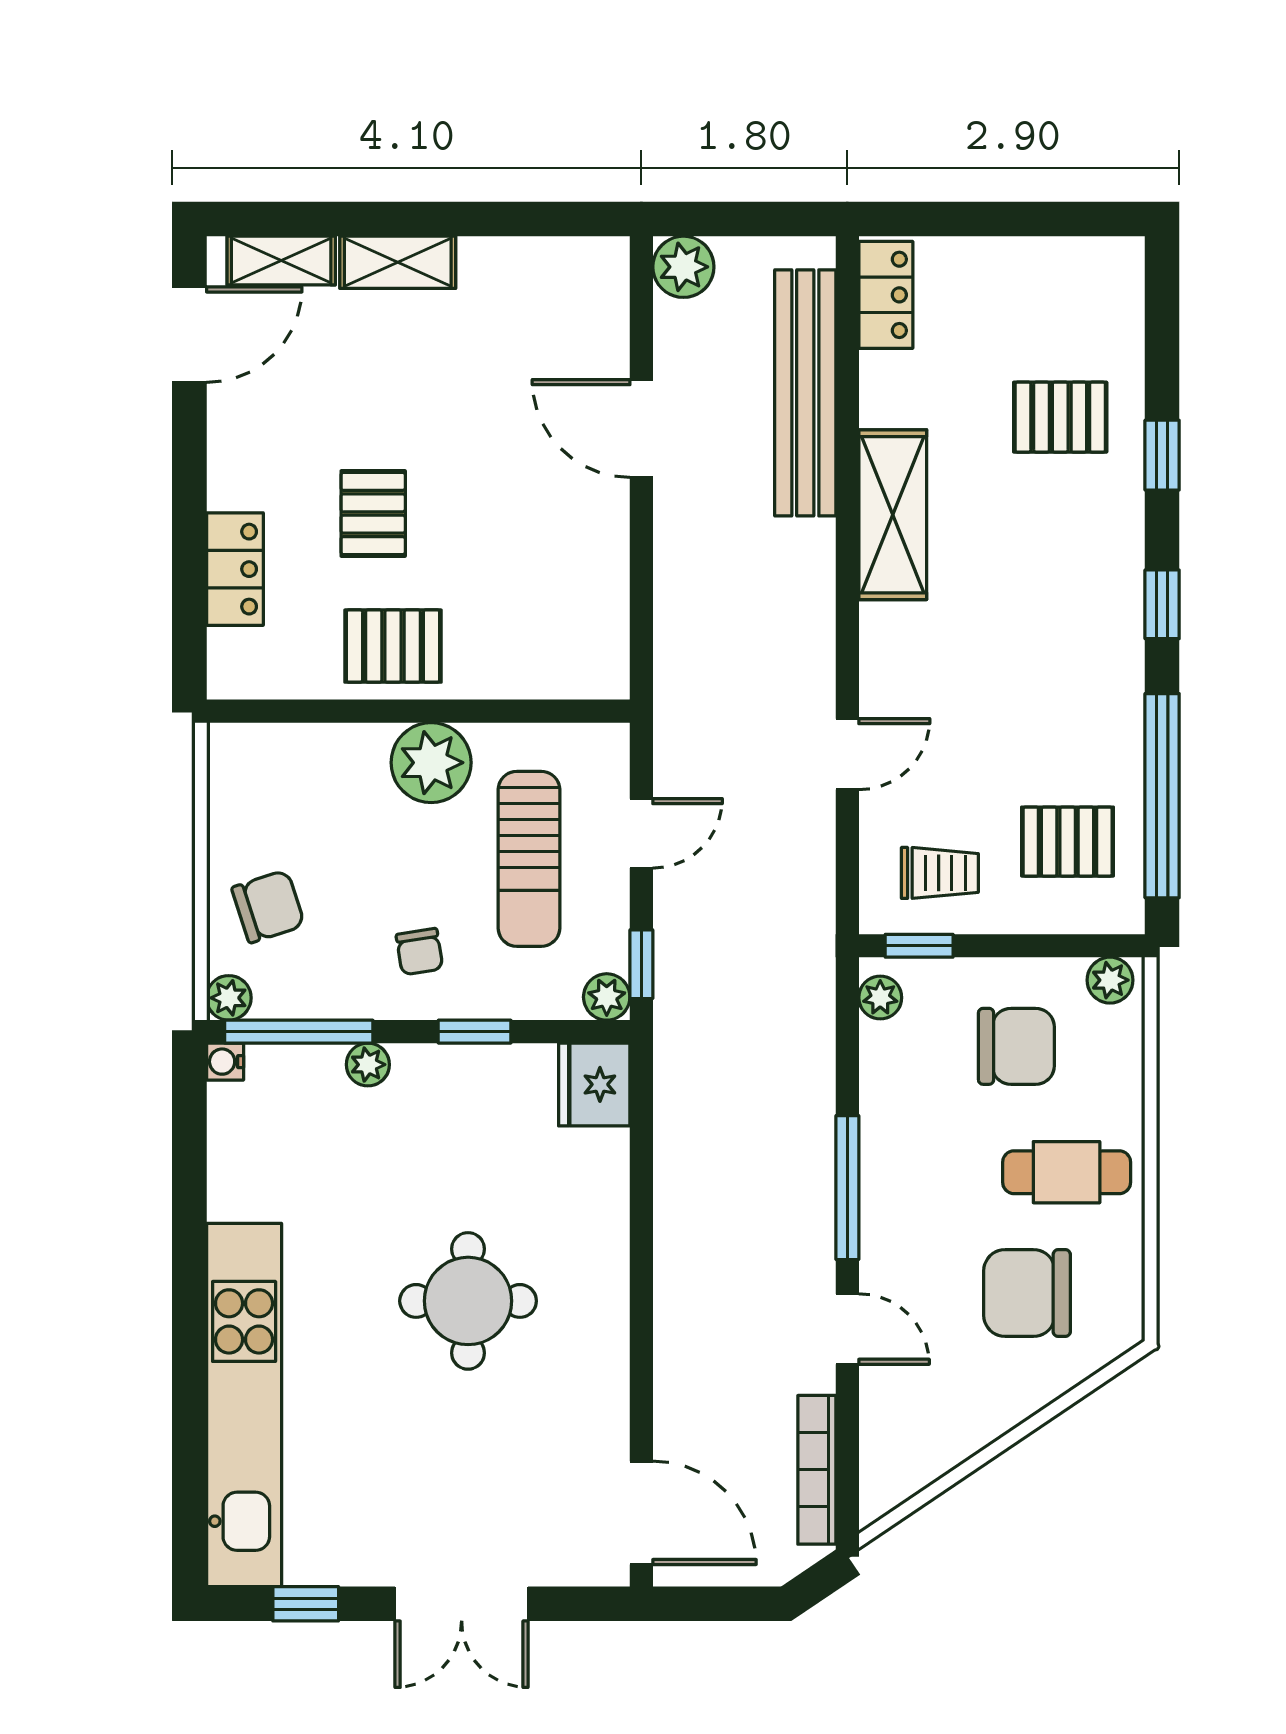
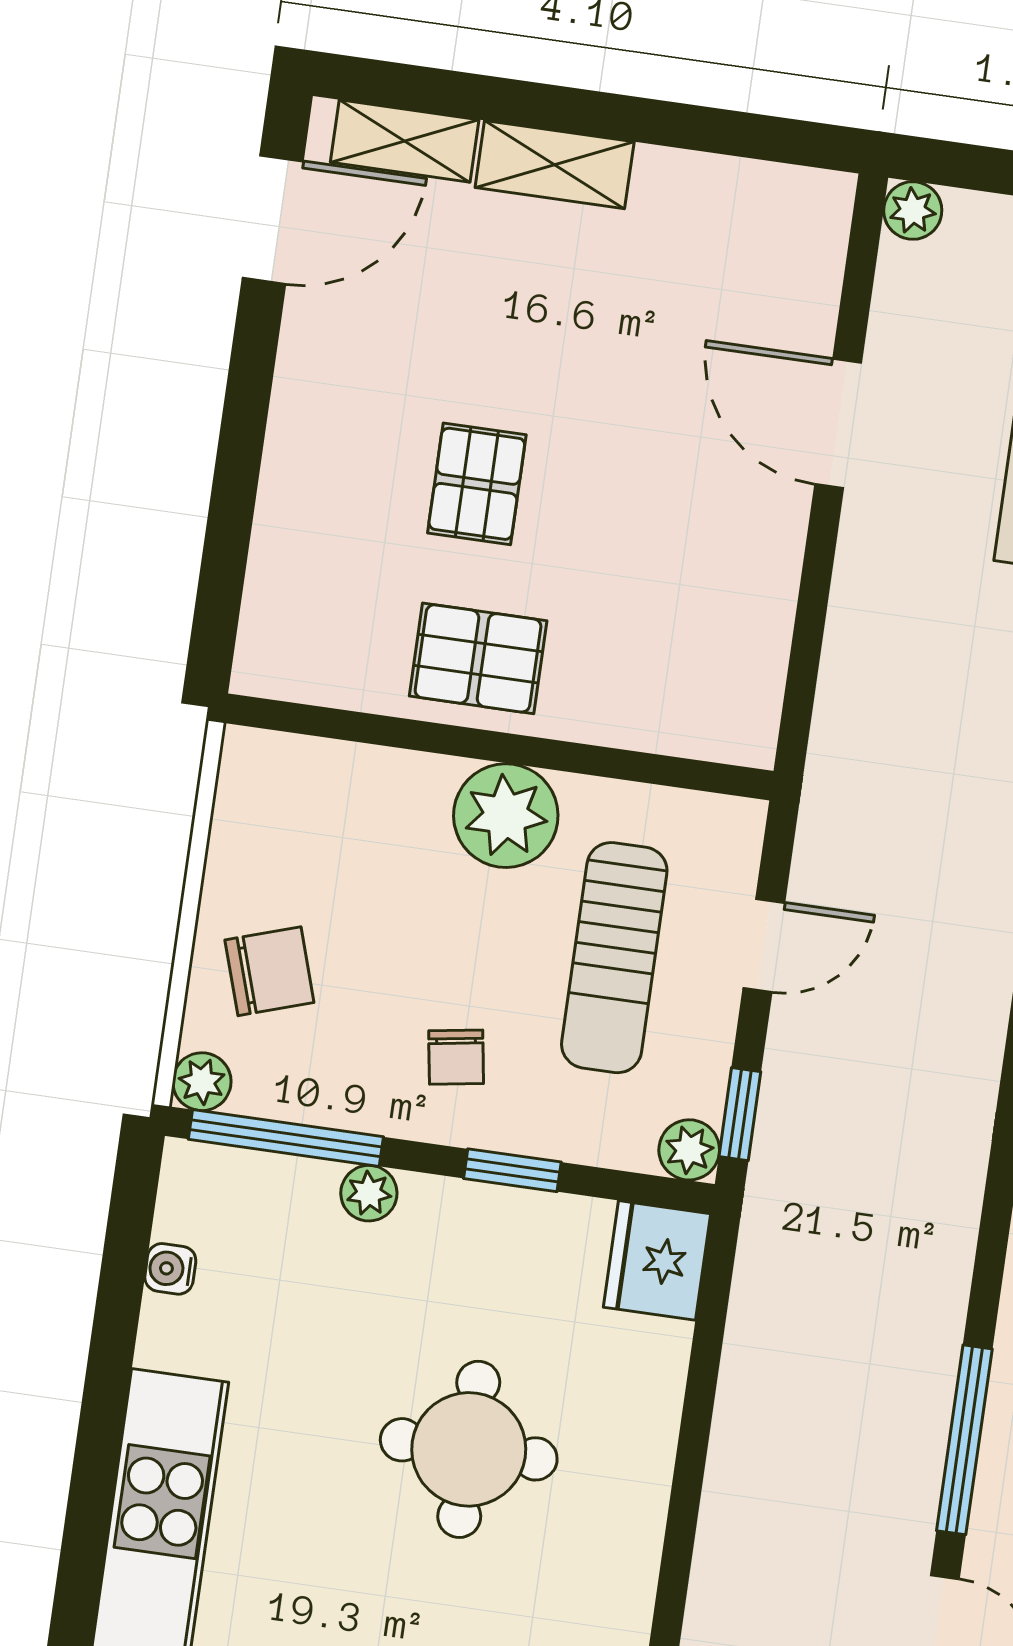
plant: (683, 267) -> (913, 211), width x0.73, depth x0.73
locker: (235, 569) -> (288, 530), removed
water cooler: (225, 1062) -> (170, 1269), moved
round table: (468, 1301) -> (469, 1449), moved

